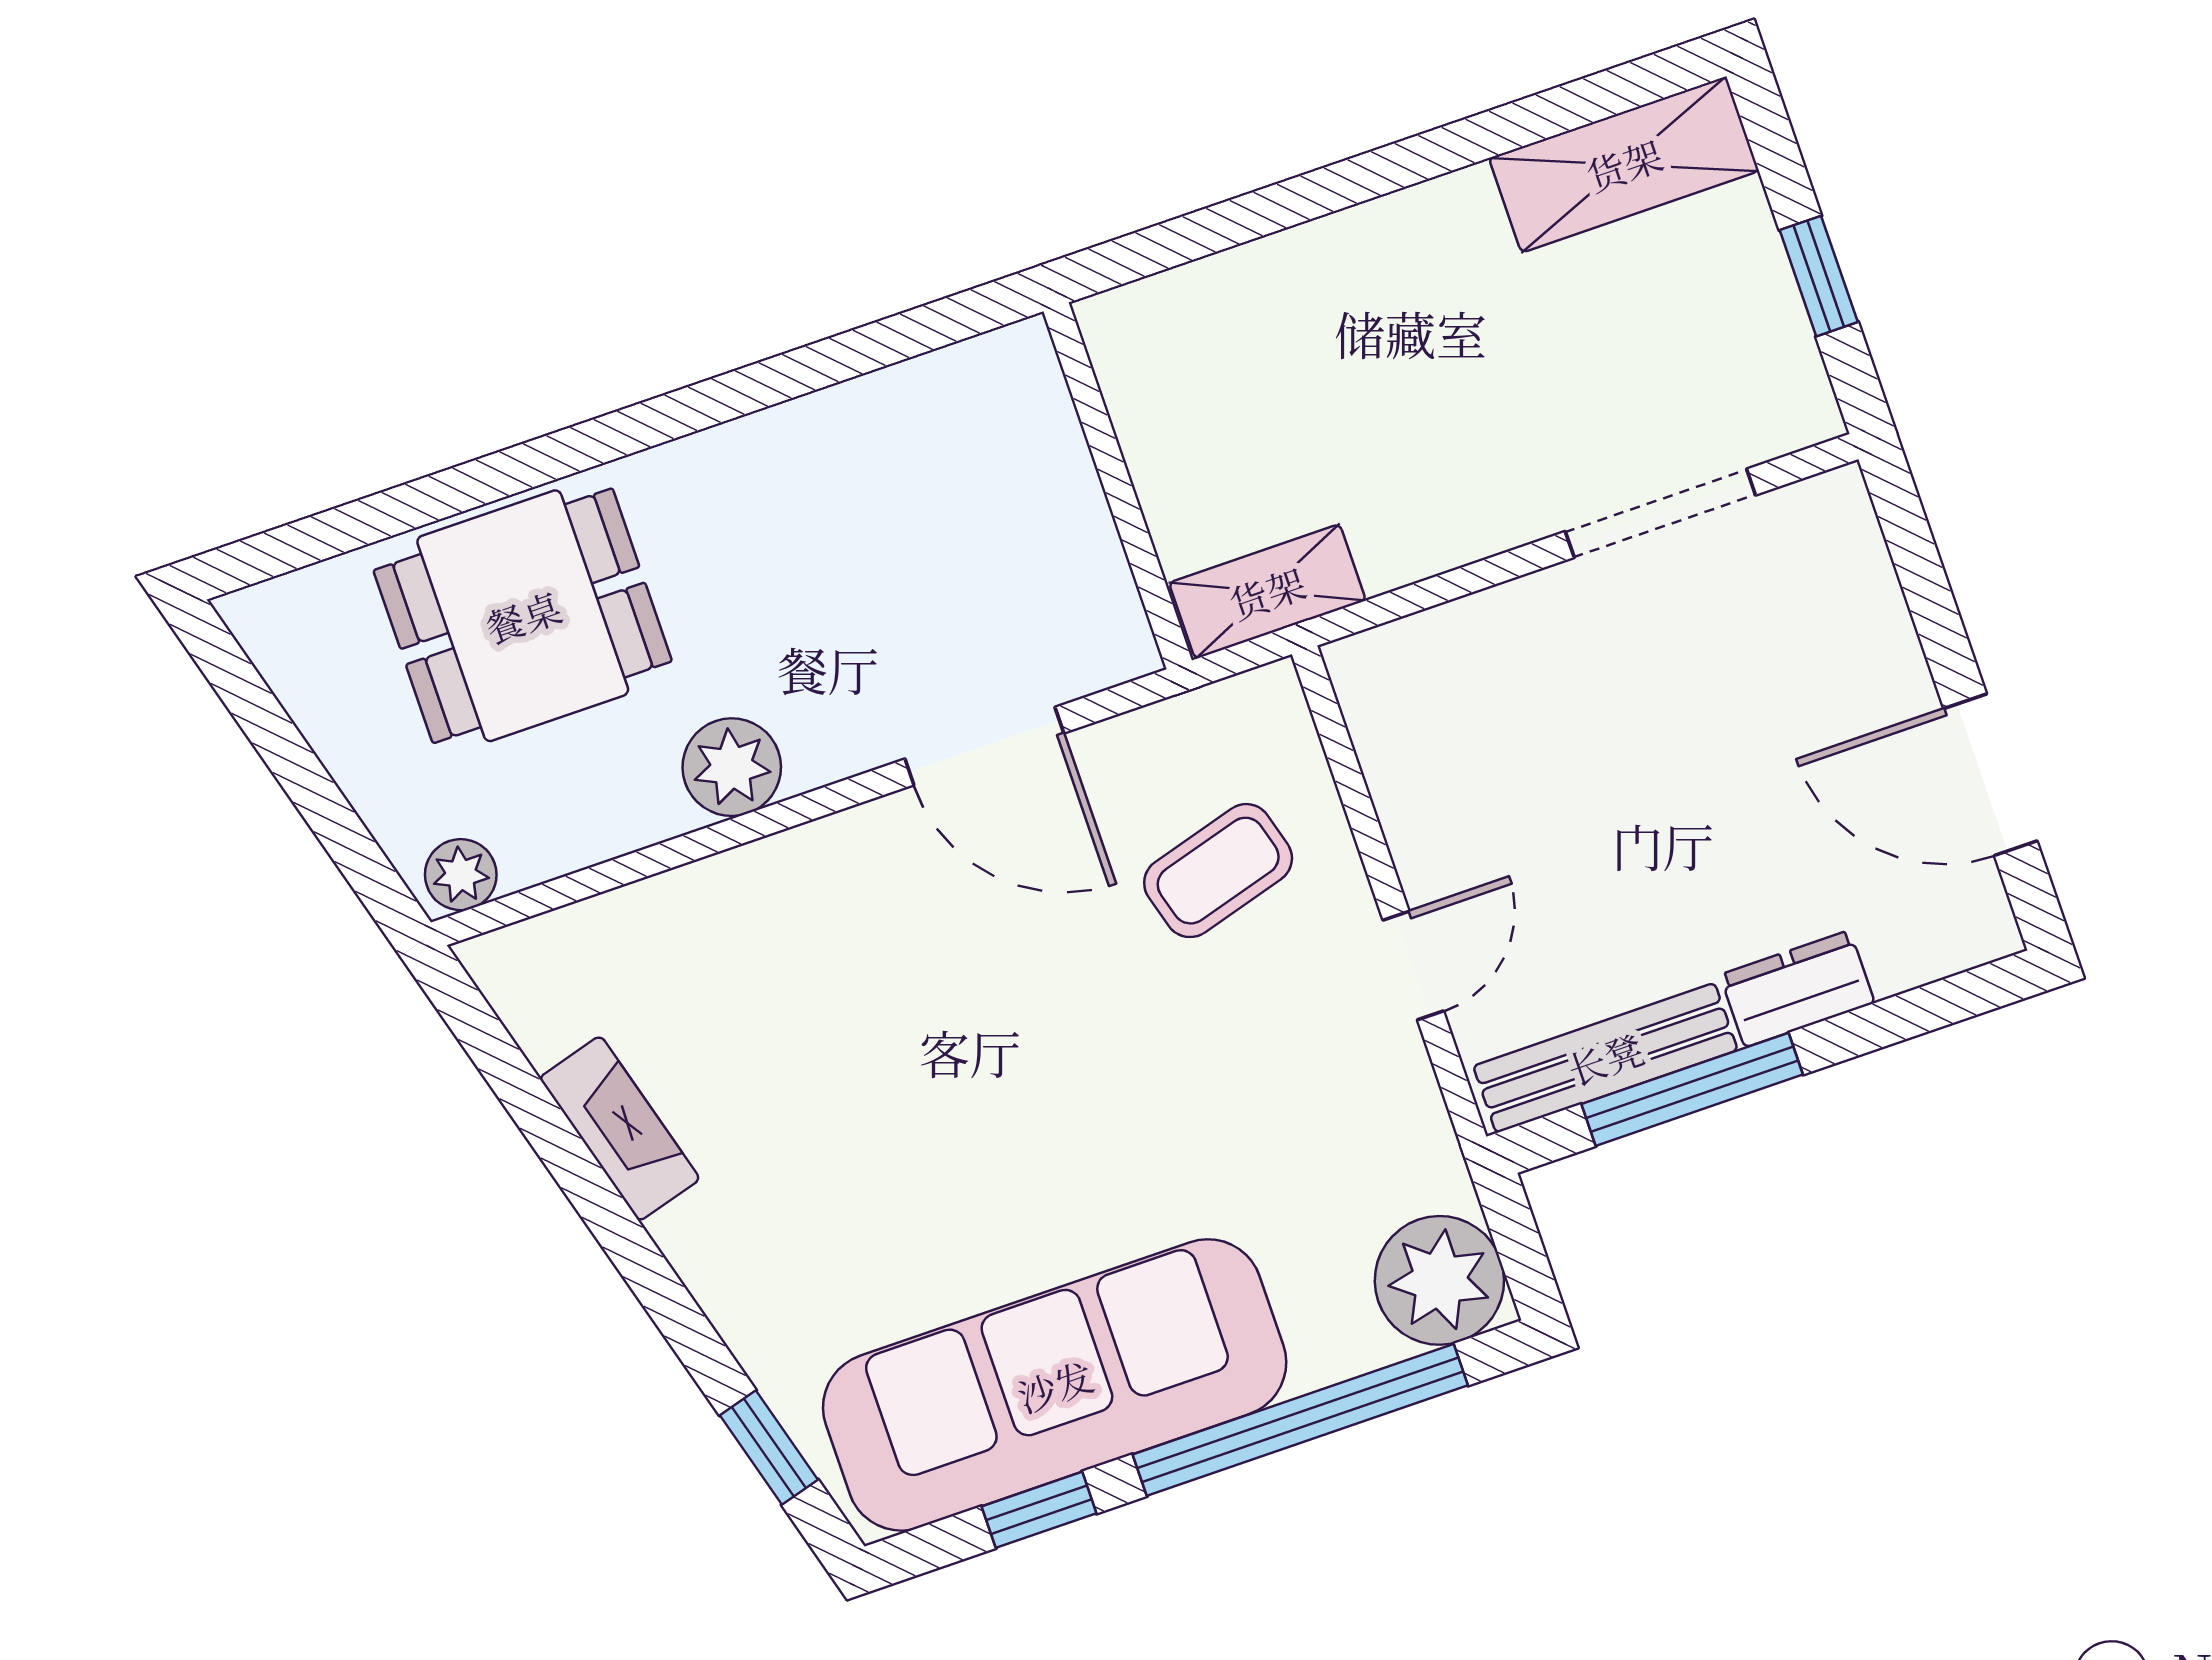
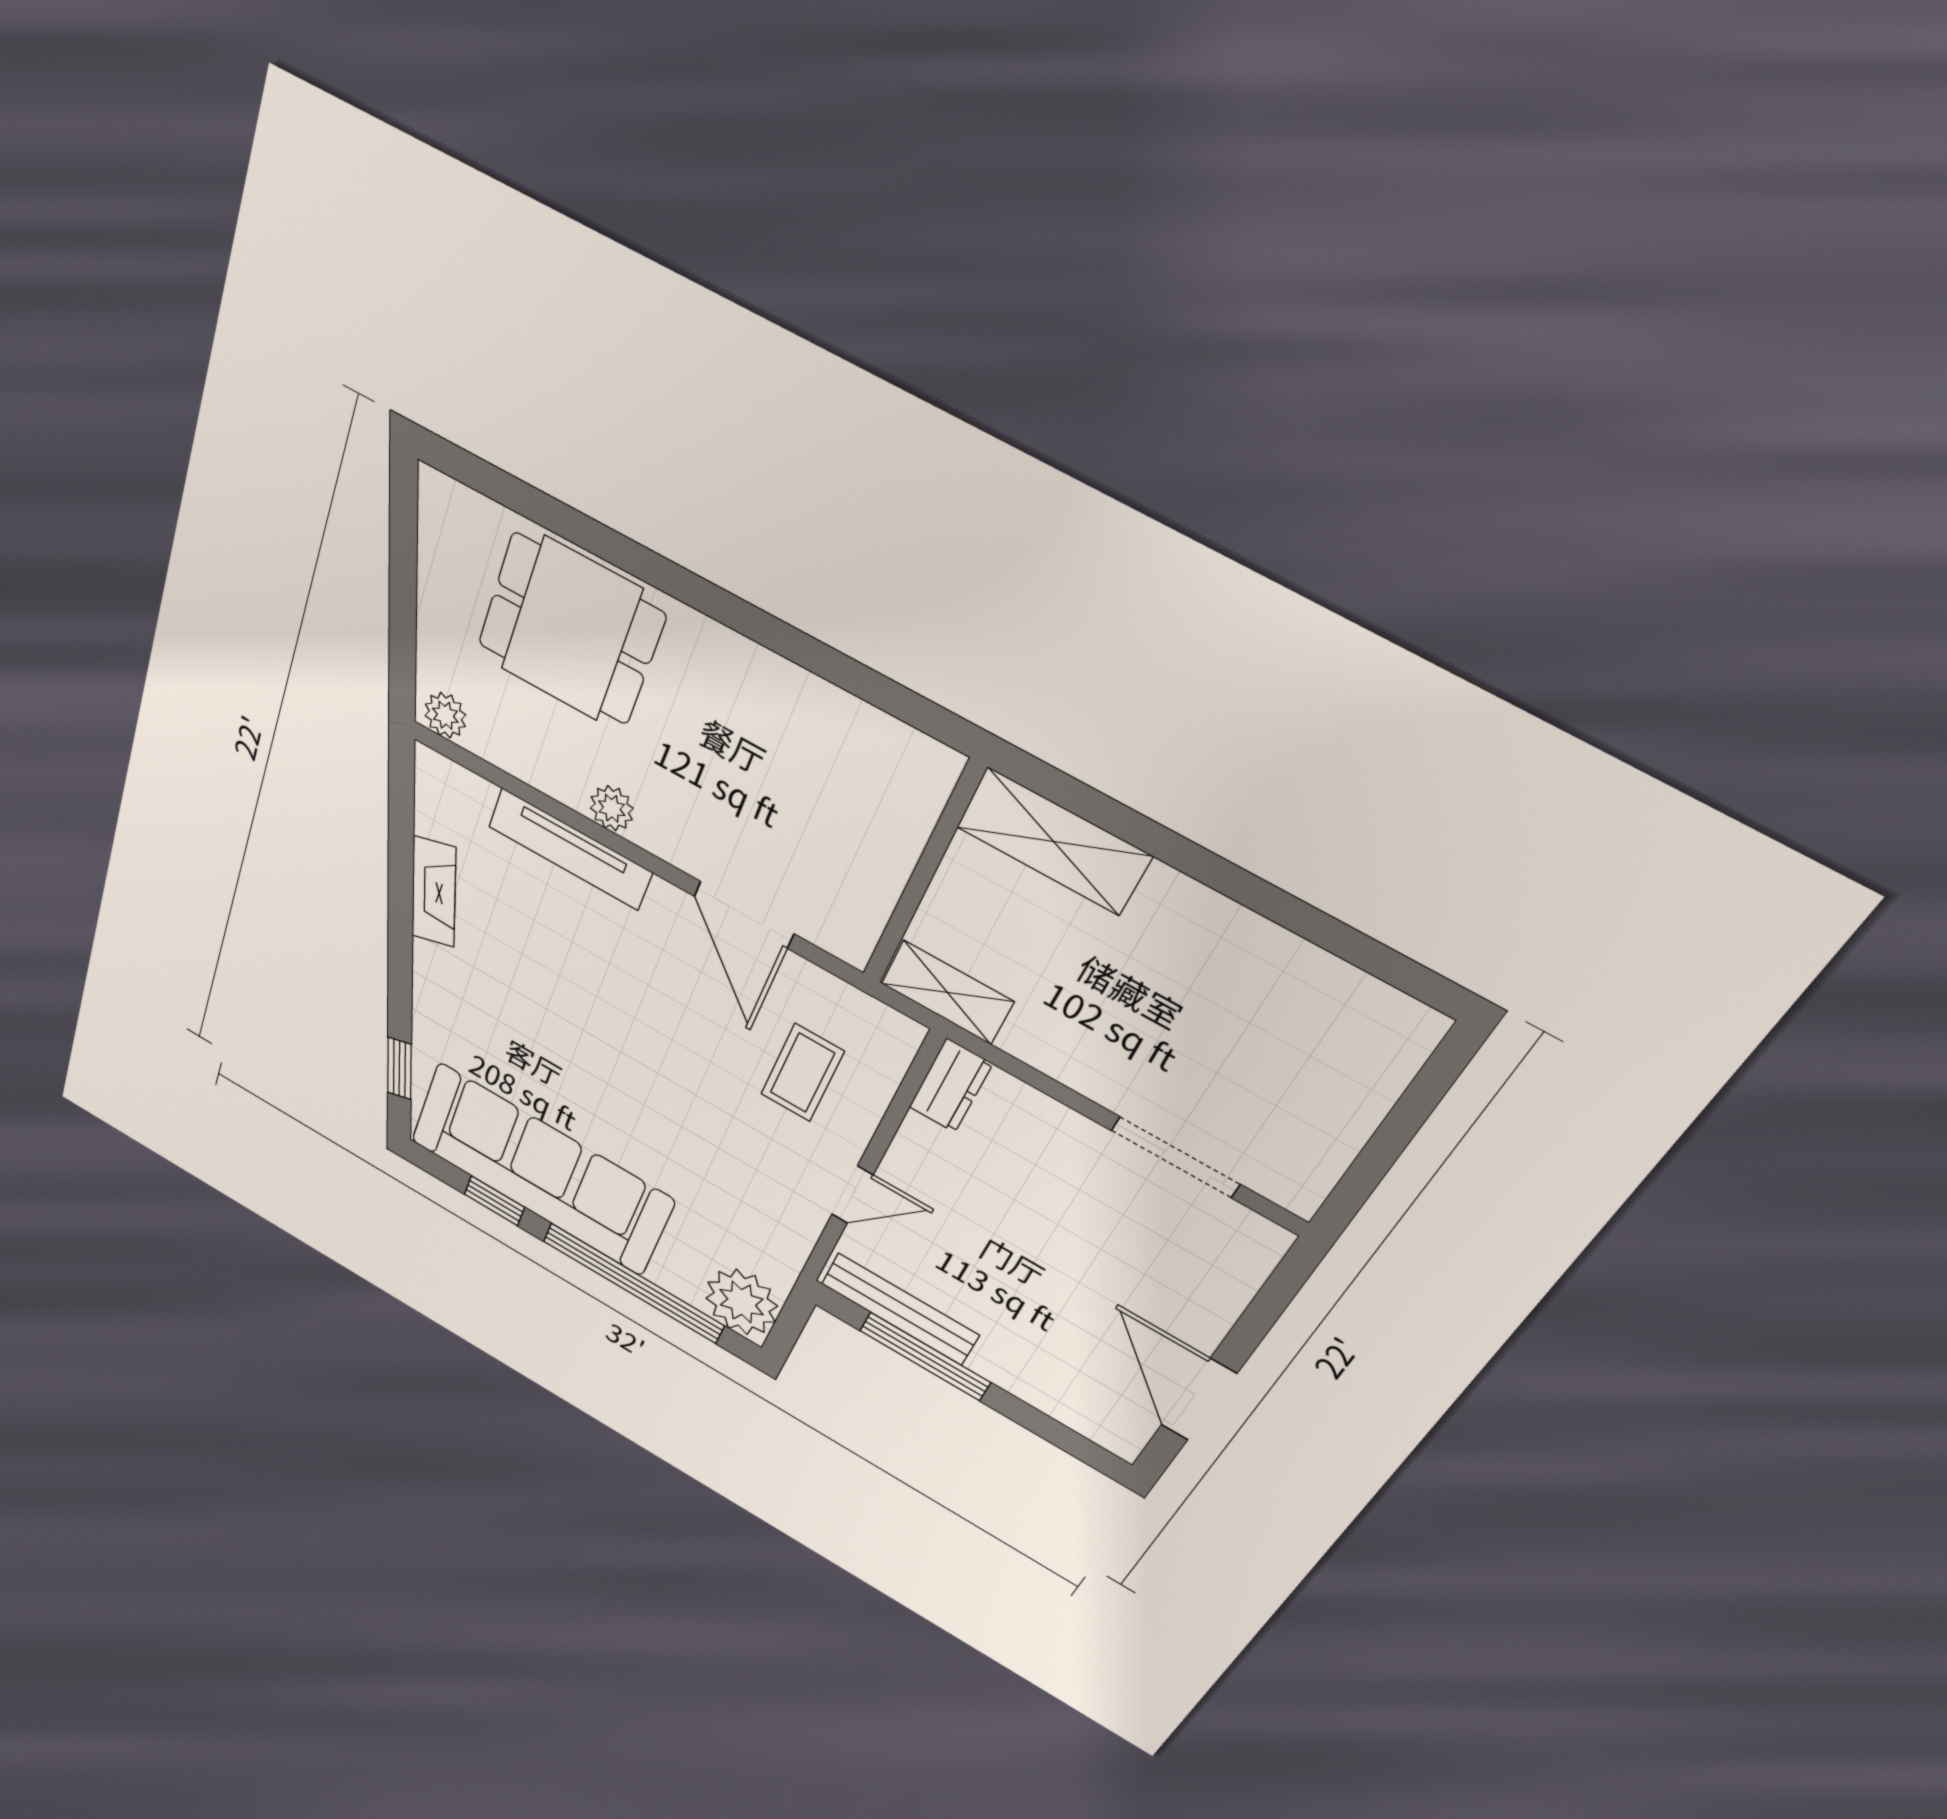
shelving: (1624, 164) -> (1054, 841), moved
window: (1819, 276) -> (1383, 1150), removed
plant: (732, 767) -> (612, 808), width x0.73, depth x0.73
coffee table: (1218, 871) -> (802, 1073), turned -74
tv unit: (732, 885) -> (570, 849), added
dresser: (1797, 989) -> (951, 1086), moved, turned 90

